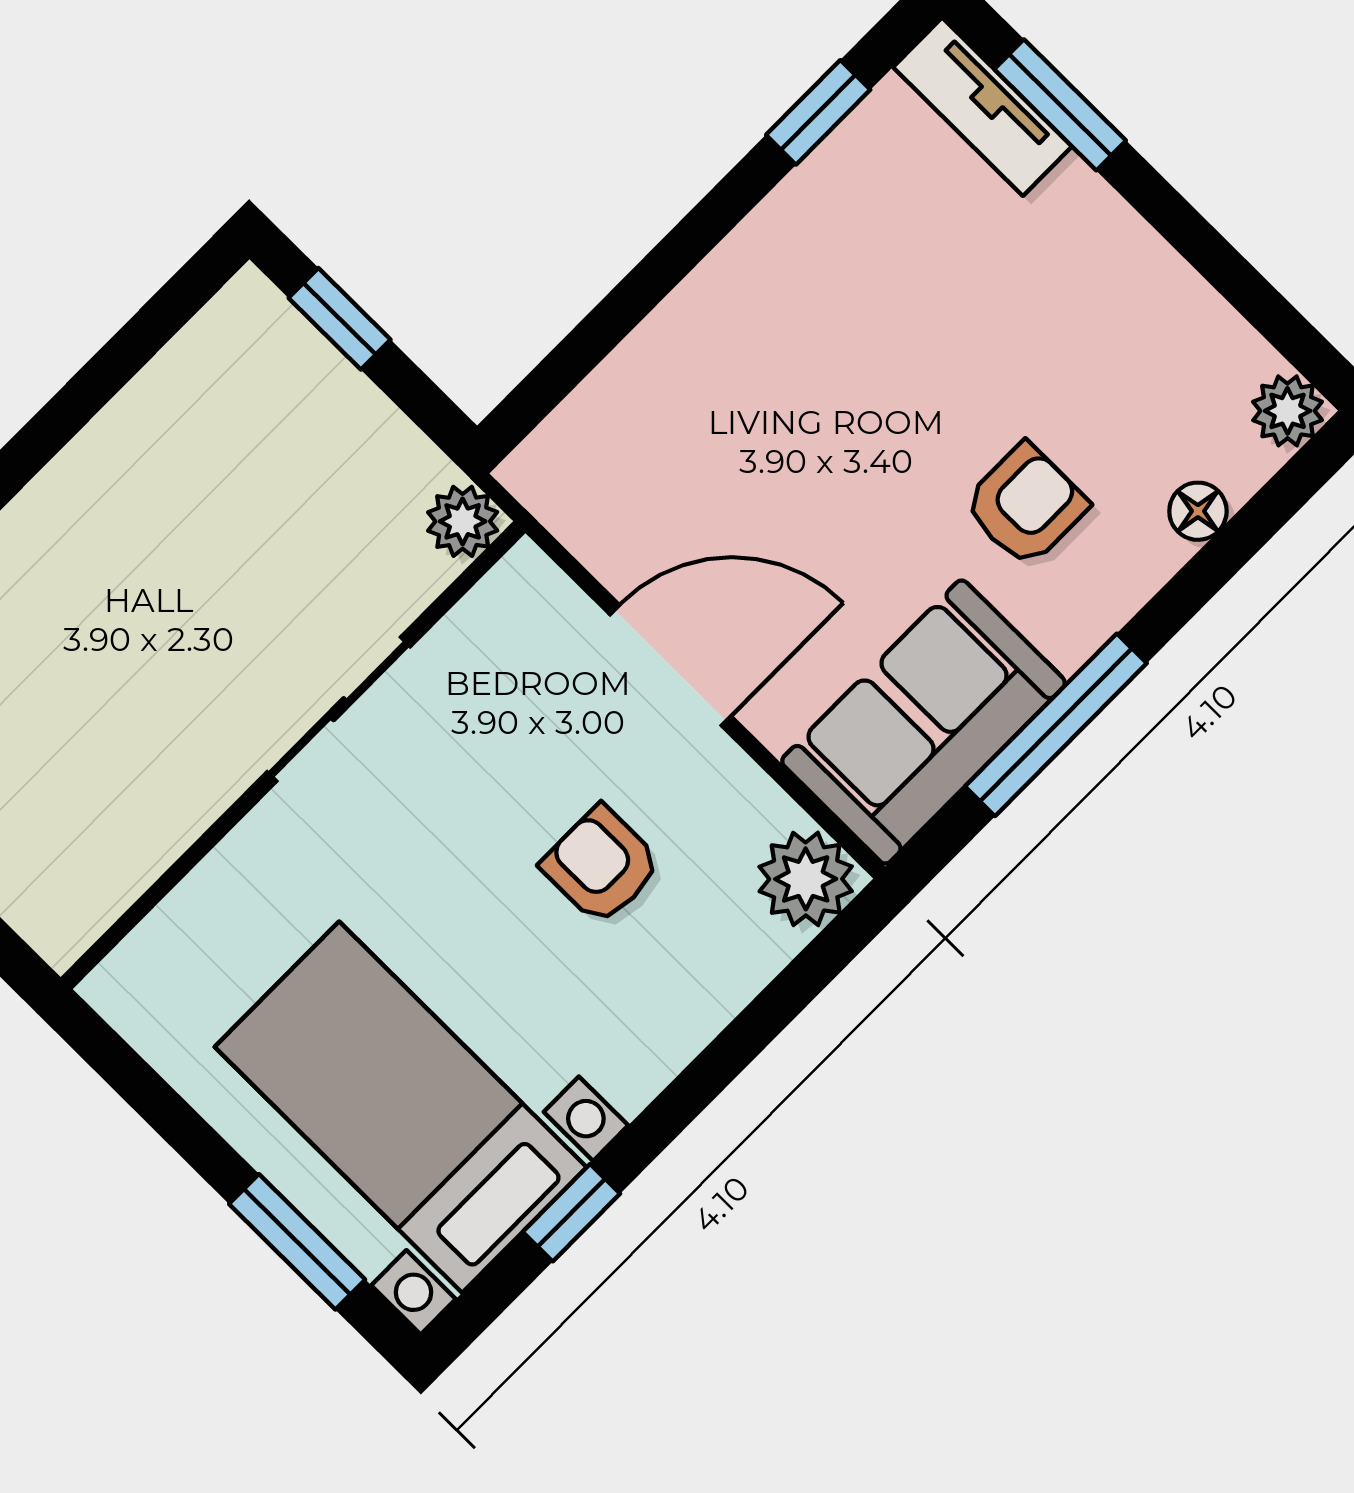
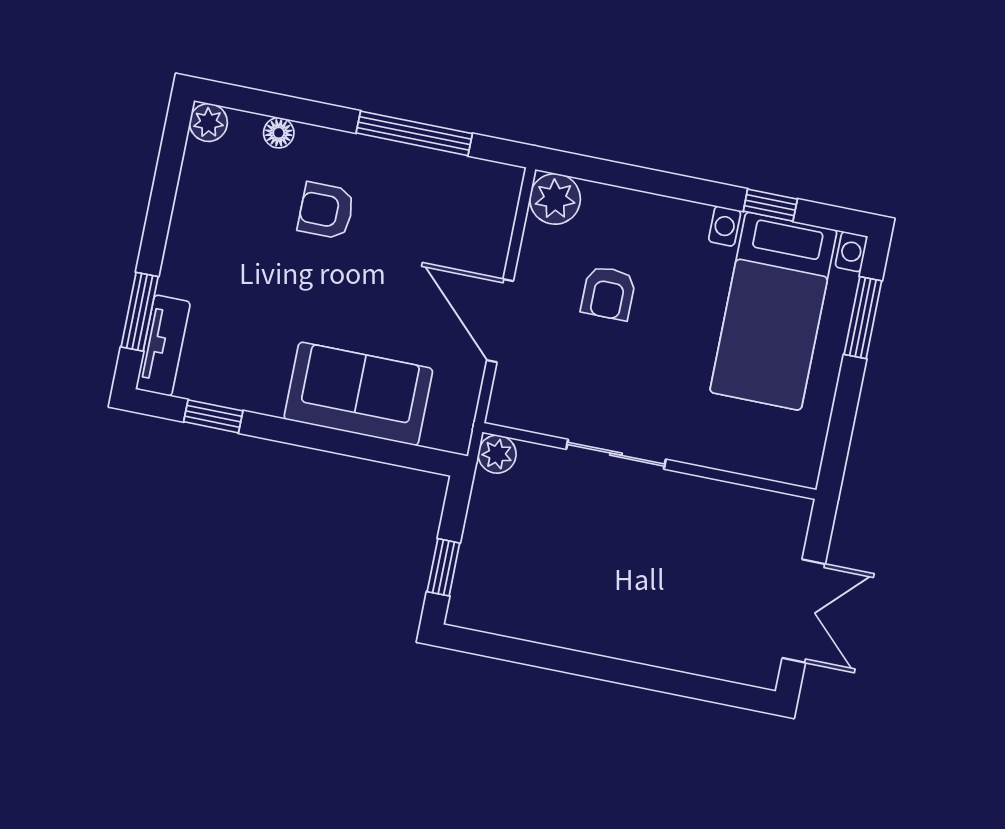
sofa: (923, 722) -> (358, 394), moved, turned 180

